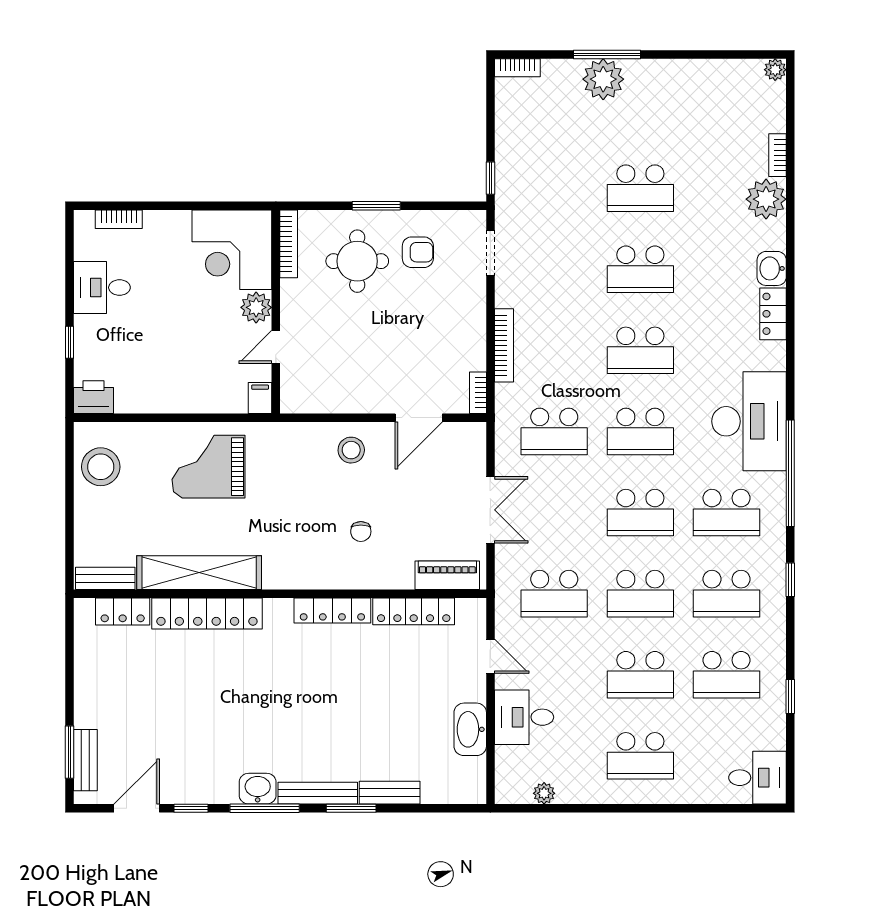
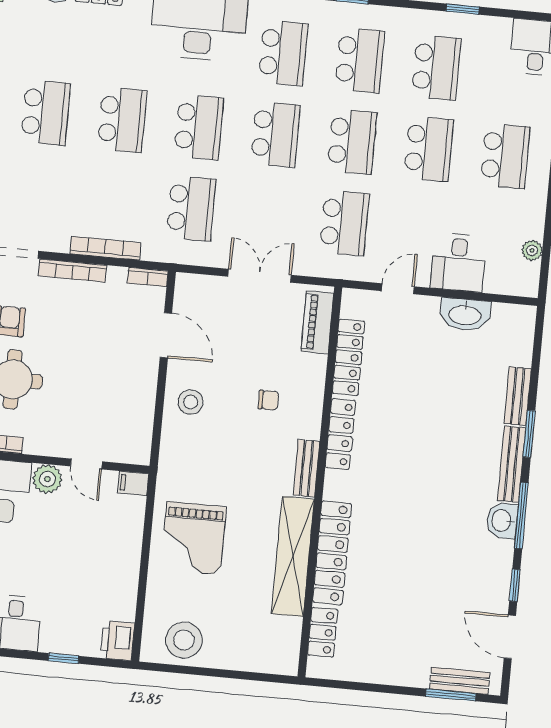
bookcase: (477, 313) -> (72, 271), added
bench: (105, 578) -> (307, 468), moved

